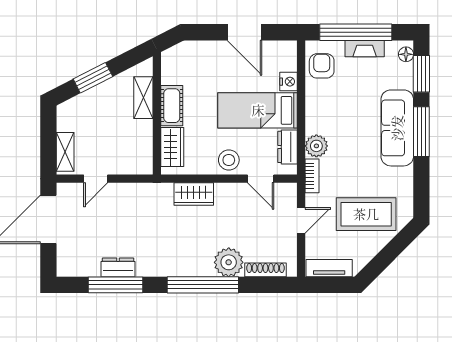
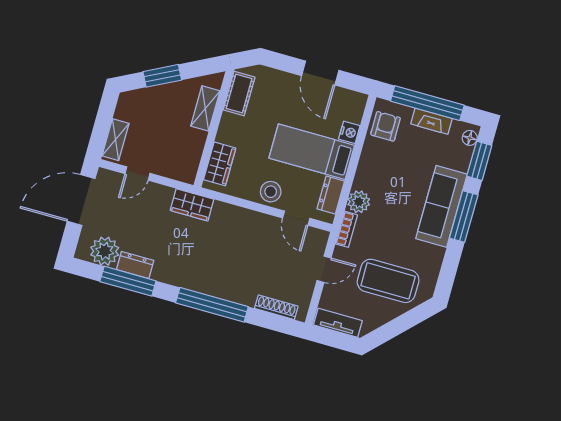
cot: (172, 106) -> (239, 94), moved
wardrobe: (194, 194) -> (192, 205), moved
plant: (229, 262) -> (105, 251), moved

